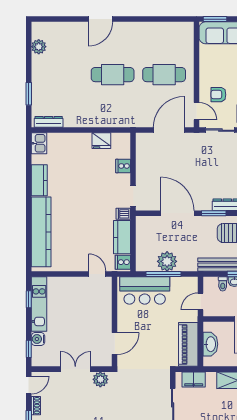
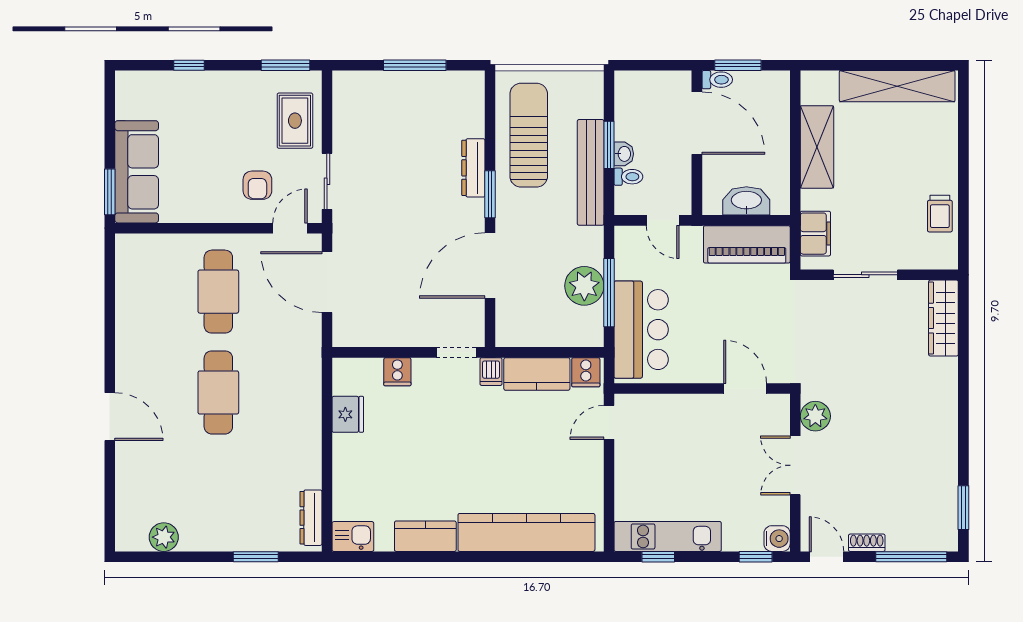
water cooler: (38, 339) -> (777, 539), moved, turned -90

